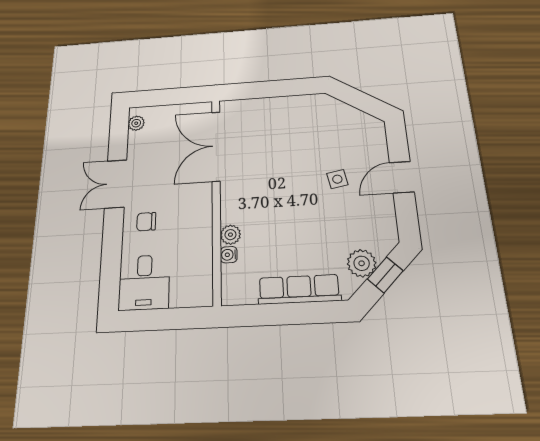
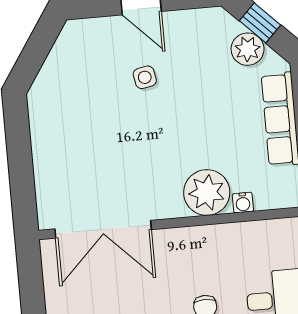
plant: (230, 235) -> (207, 193), width x1.88, depth x1.88

